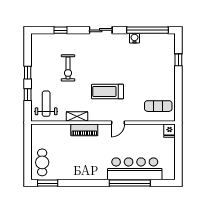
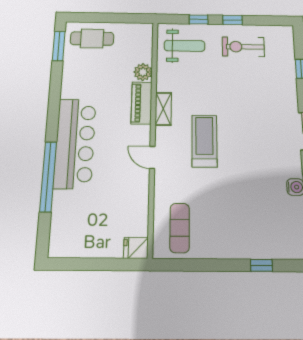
exercise bike: (68, 68) -> (243, 47), moved
shelving: (77, 116) -> (163, 109), moved
plant: (64, 130) -> (143, 72), added
bar counter: (135, 169) -> (75, 143), moved

